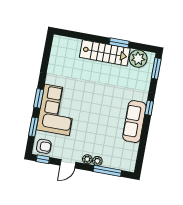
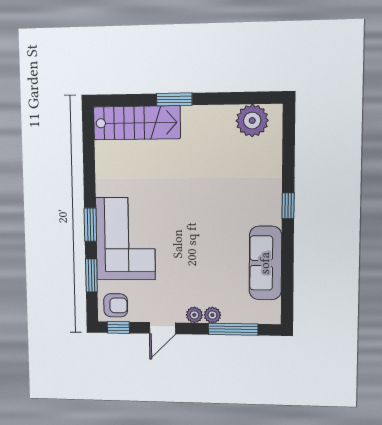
window: (119, 43) -> (174, 99), moved
stairs: (105, 53) -> (137, 123), moved
window: (156, 68) -> (289, 132), removed
sofa: (134, 122) -> (265, 263), moved

